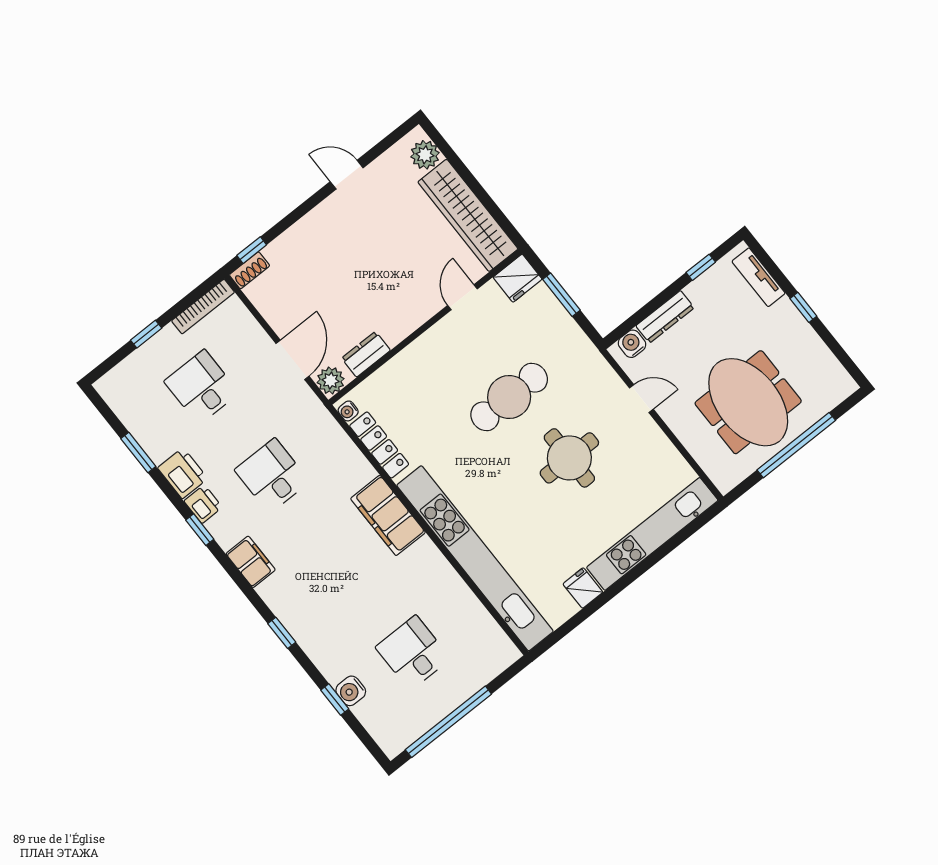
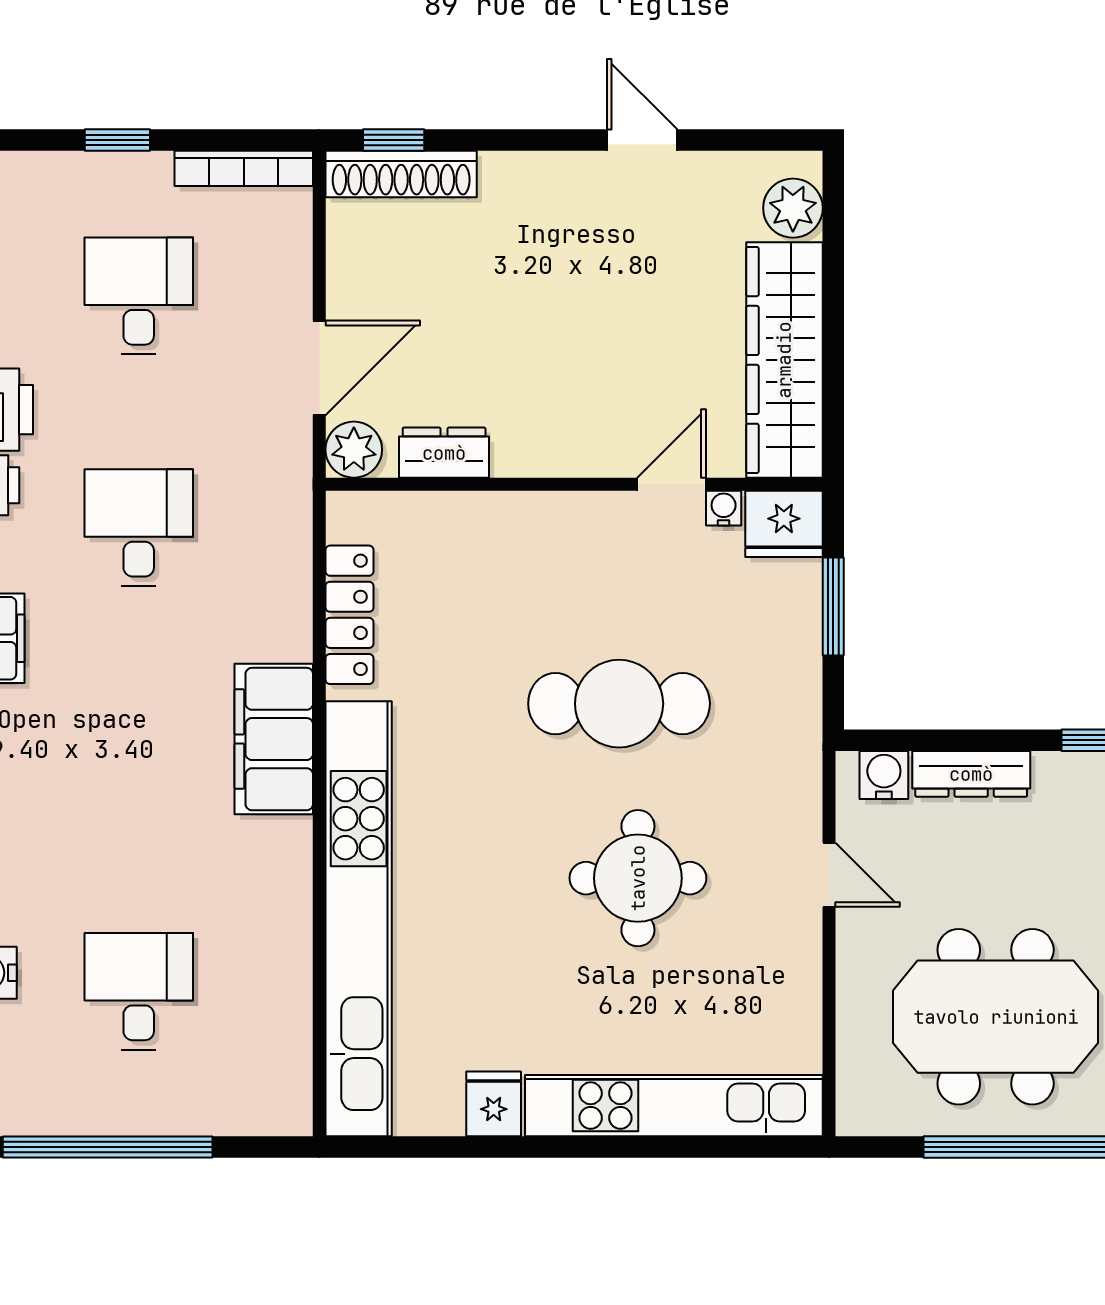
shoe rack: (250, 270) -> (401, 174), width x1.94, depth x1.24
meeting table: (748, 402) -> (996, 1017), turned 90
water cooler: (348, 411) -> (724, 508), moved, turned 90

